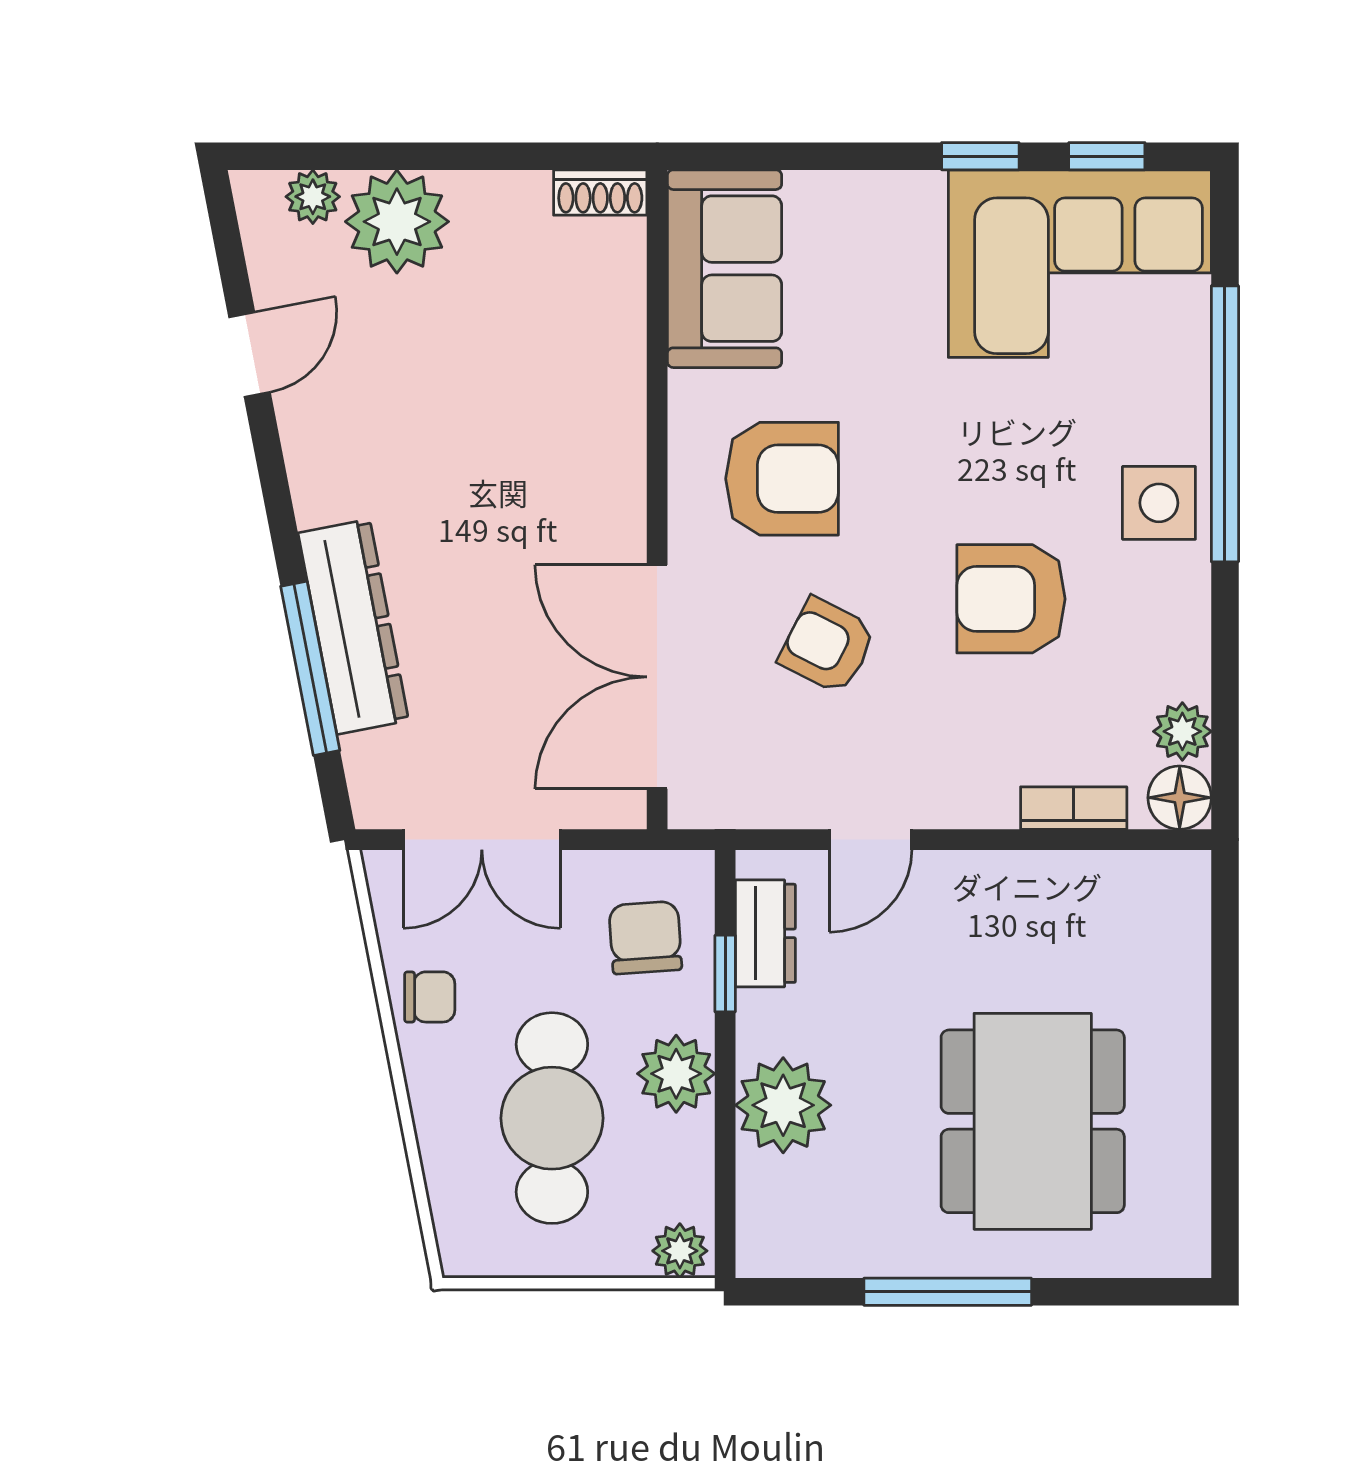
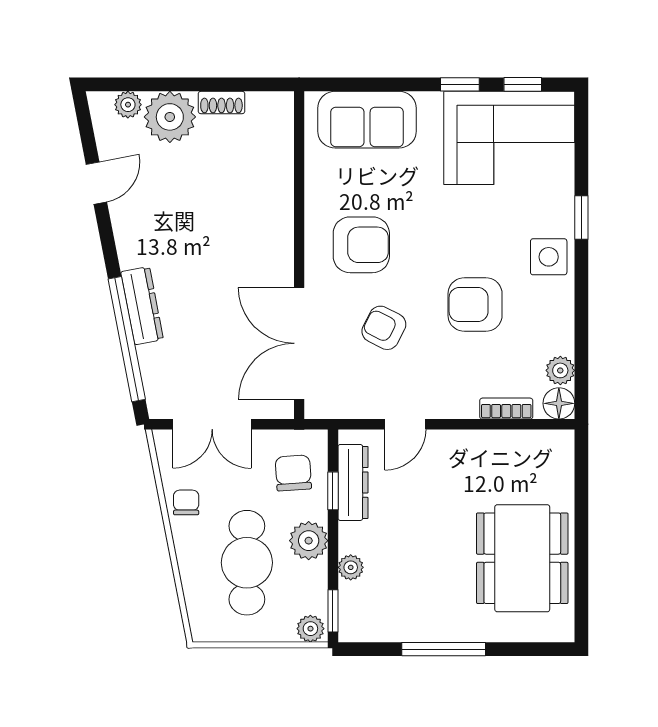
shoe rack: (600, 192) -> (221, 102), moved
sofa: (725, 269) -> (367, 120), moved, turned 90
window: (1225, 424) -> (581, 218), width x0.32
dresser: (353, 627) -> (142, 306), width x0.73, depth x0.80
window: (310, 668) -> (127, 339), width x1.46
dresser: (765, 933) -> (353, 482), width x1.44
chair: (430, 997) -> (186, 502), turned -90
plant: (783, 1105) -> (351, 567), width x0.53, depth x0.53
dining table: (1033, 1121) -> (522, 558), moved
window: (725, 1215) -> (333, 611), added

